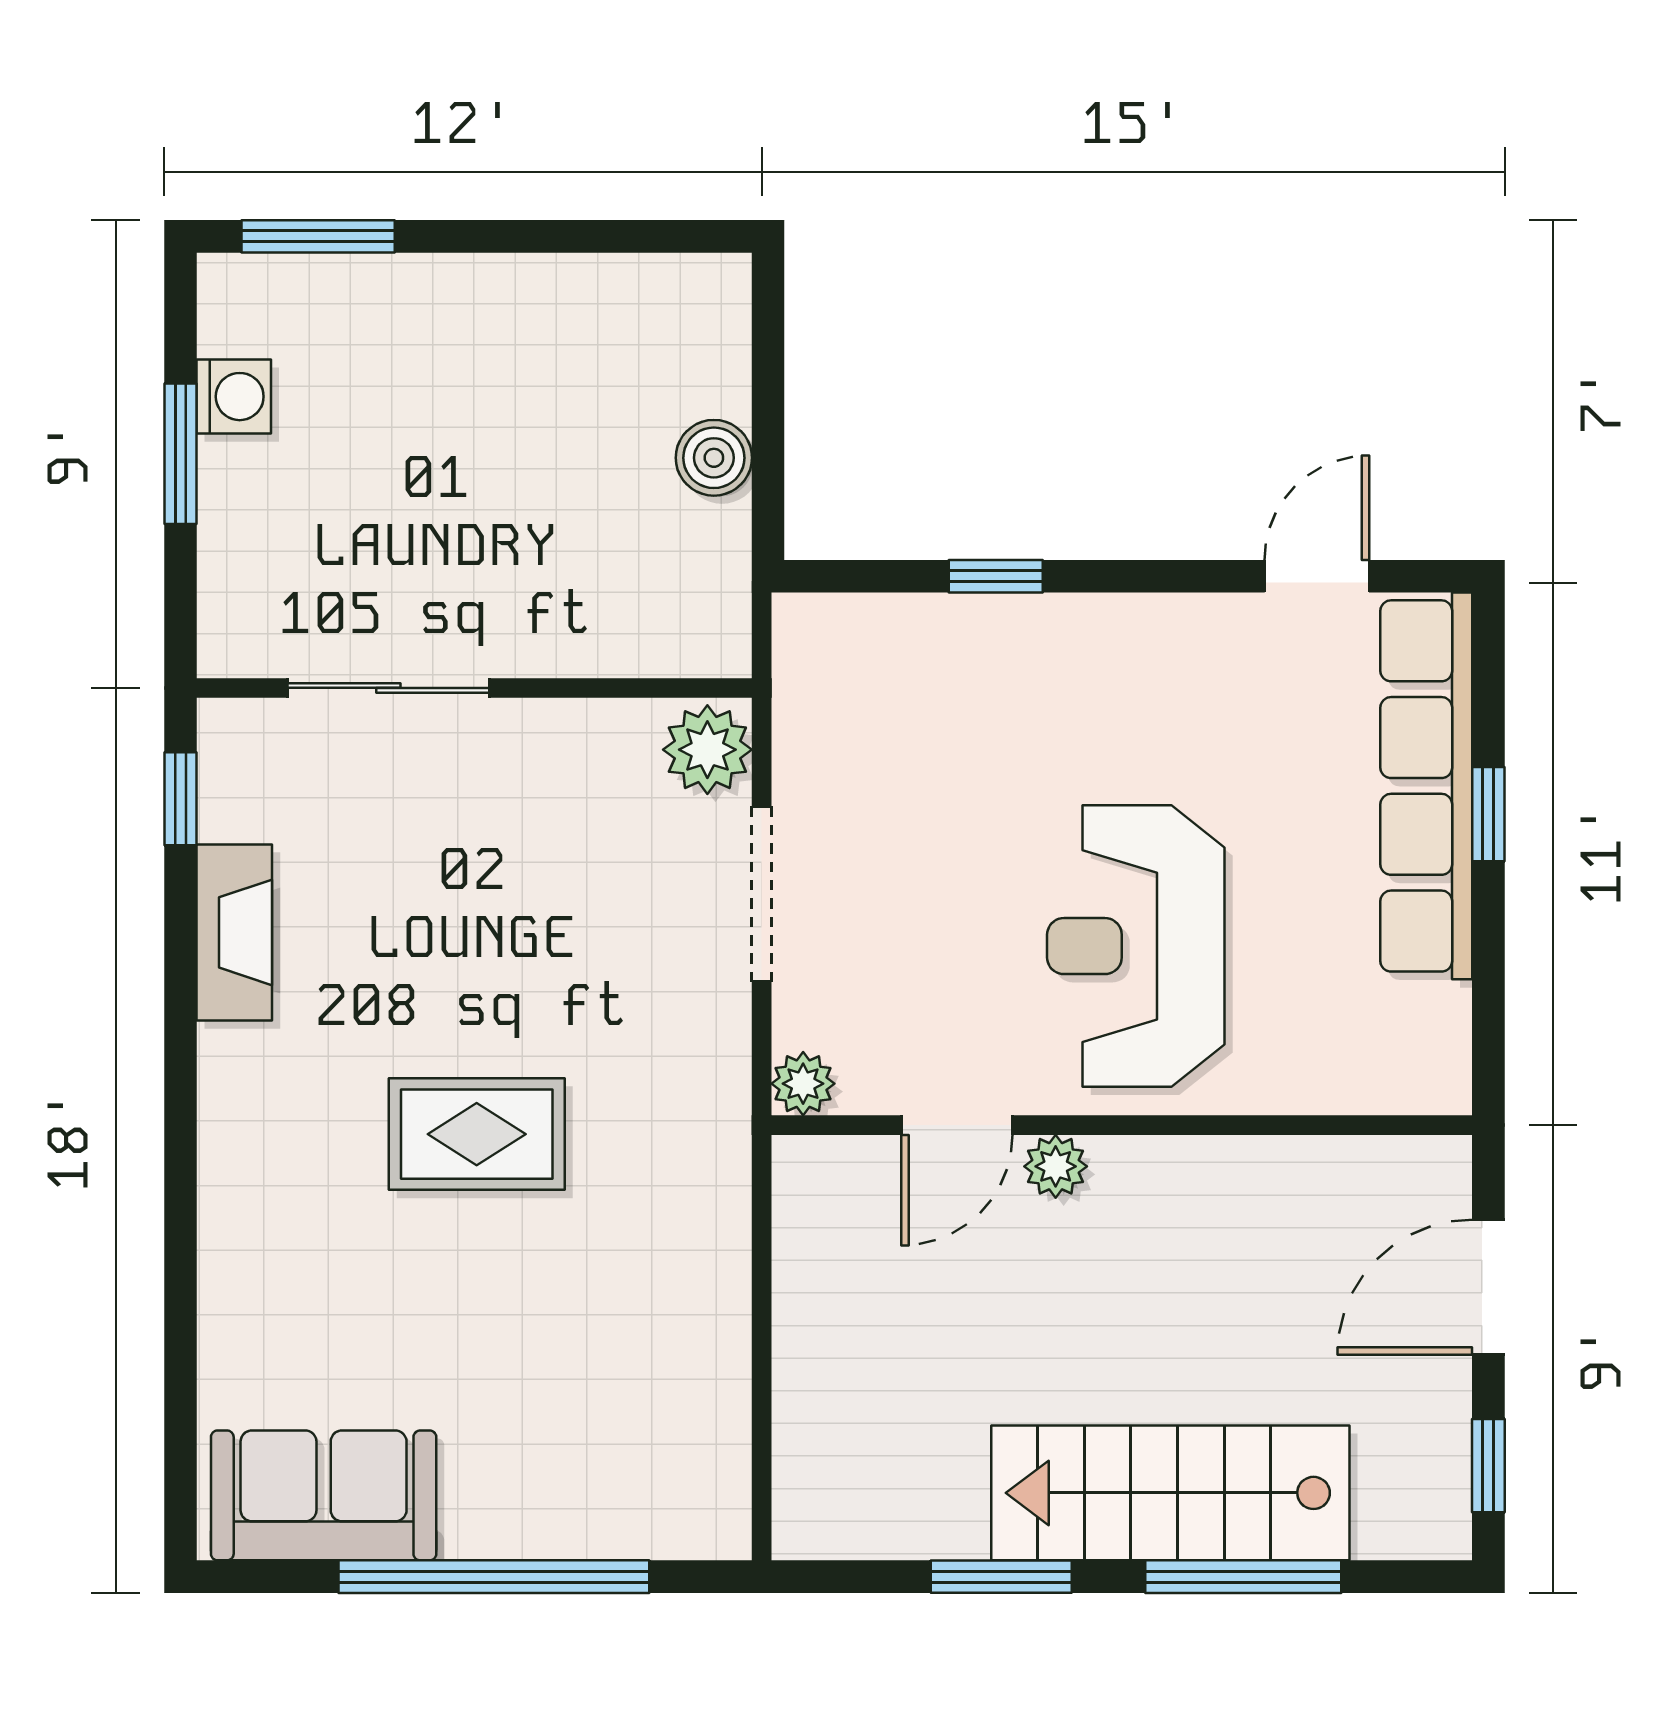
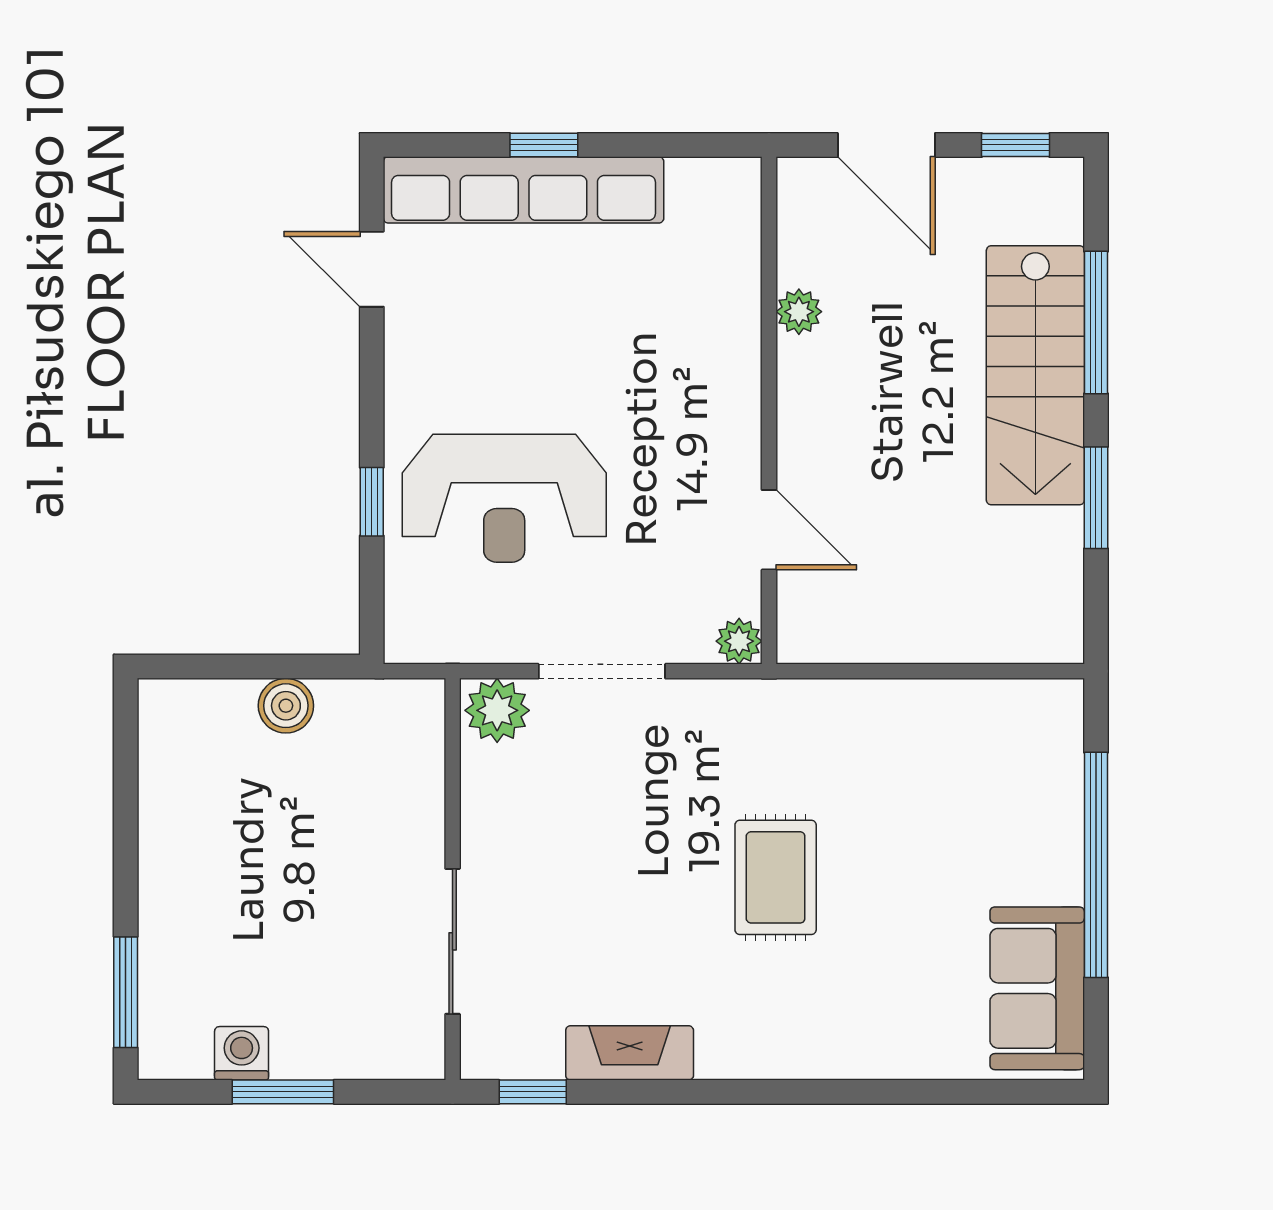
reception desk: (1136, 946) -> (504, 498), moved
plant: (1056, 1166) -> (799, 312), moved

